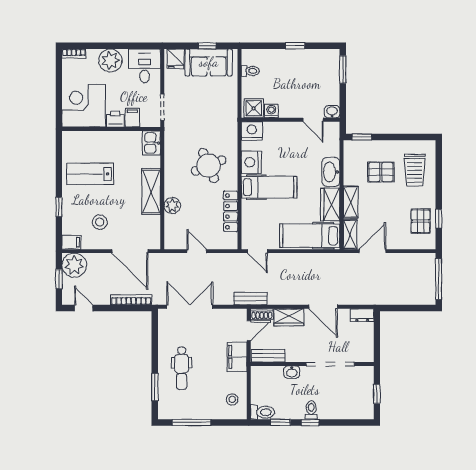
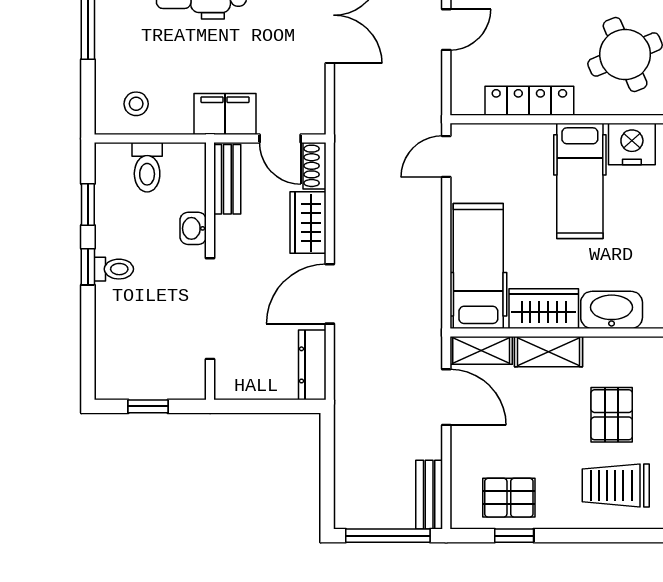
bench: (250, 299) -> (429, 495), moved
dresser: (362, 315) -> (312, 365), width x1.44
toilet: (263, 412) -> (147, 167), moved

